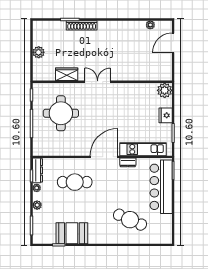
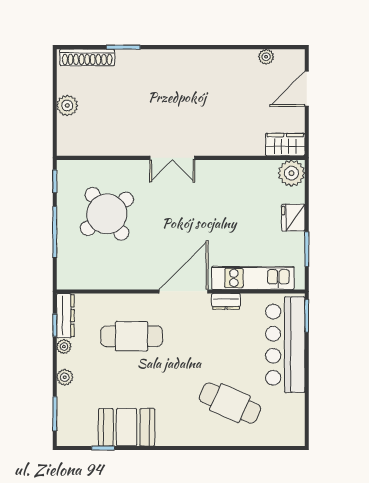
shoe rack: (82, 25) -> (87, 57), moved
wardrobe: (67, 74) -> (285, 145), moved
double door: (98, 82) -> (172, 158), swing flipped
round table: (61, 113) -> (107, 214), turned -37

